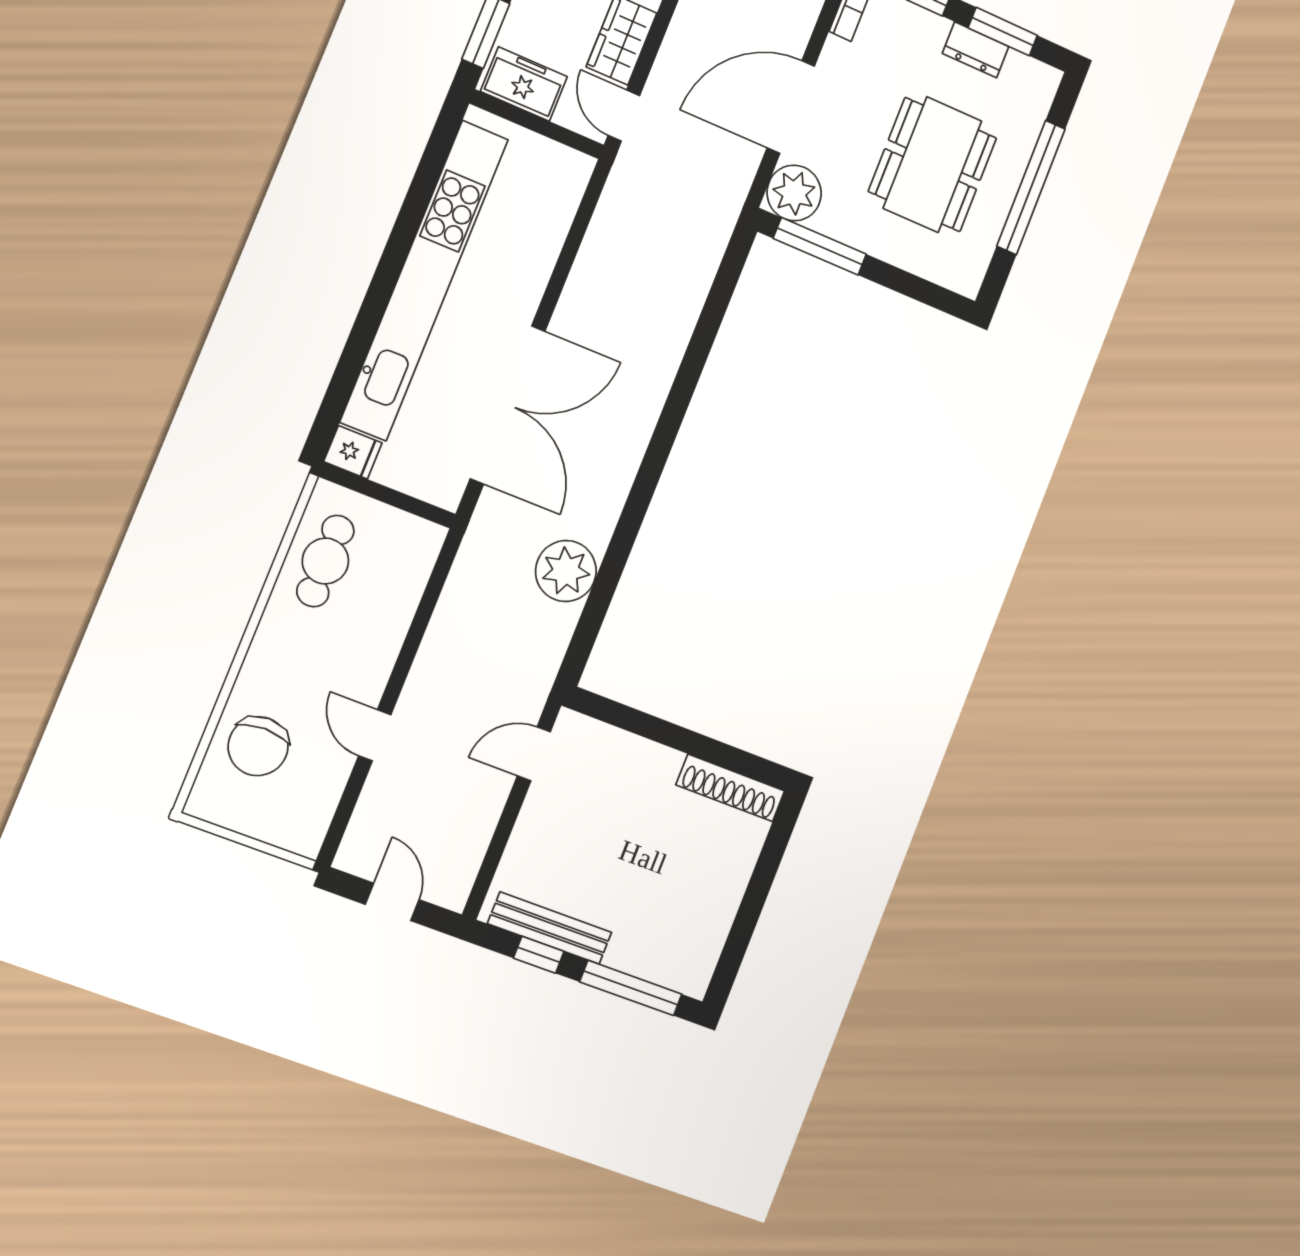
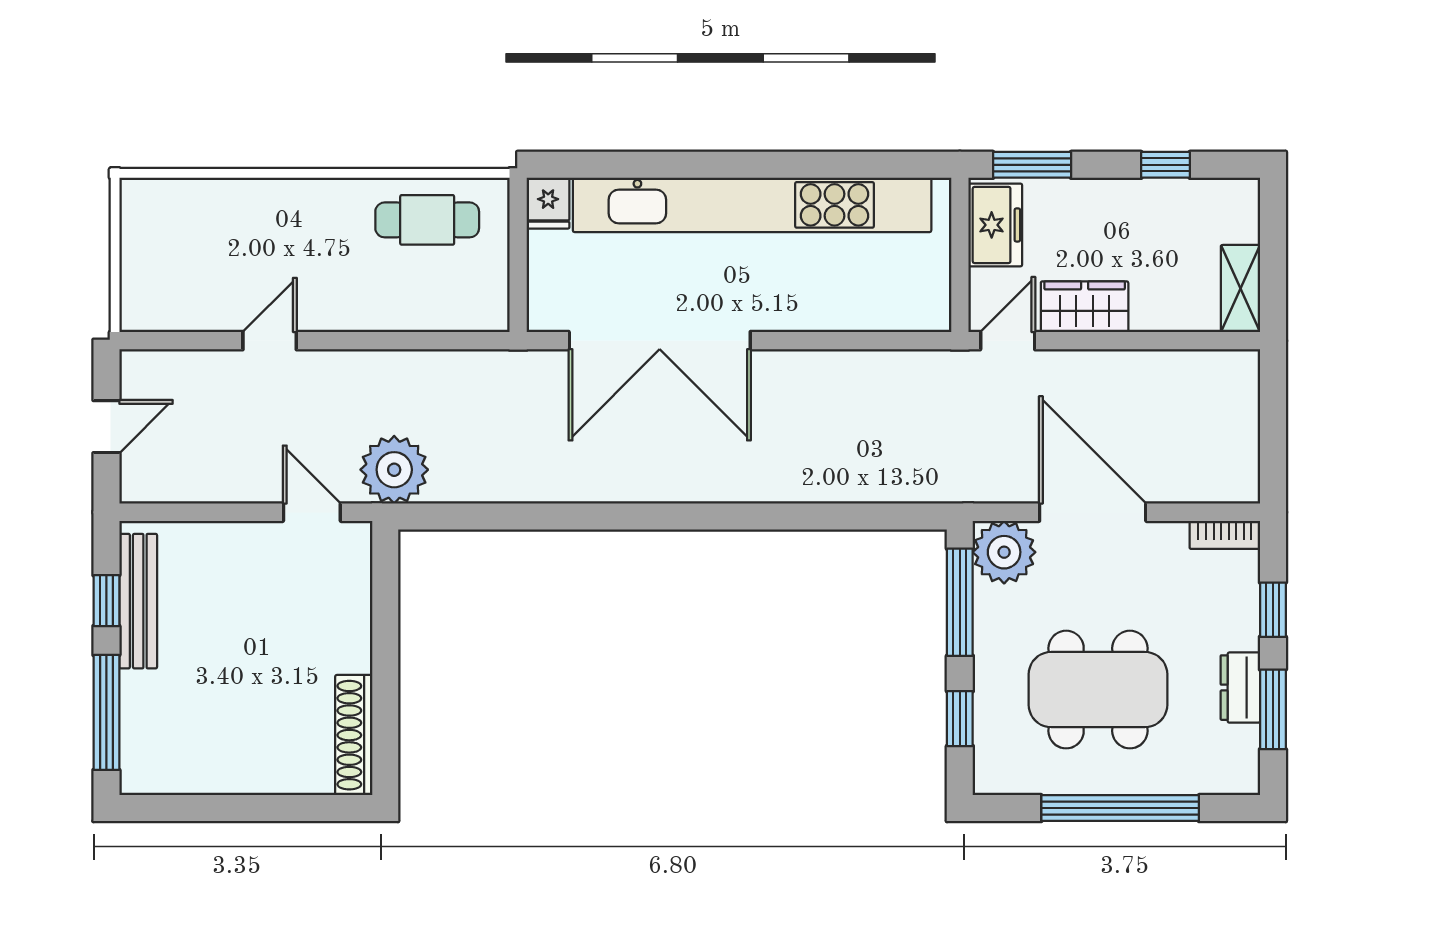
window: (912, 286) -> (960, 719), added
plant: (566, 571) -> (394, 470), moved
chair: (258, 746) -> (215, 228), removed

